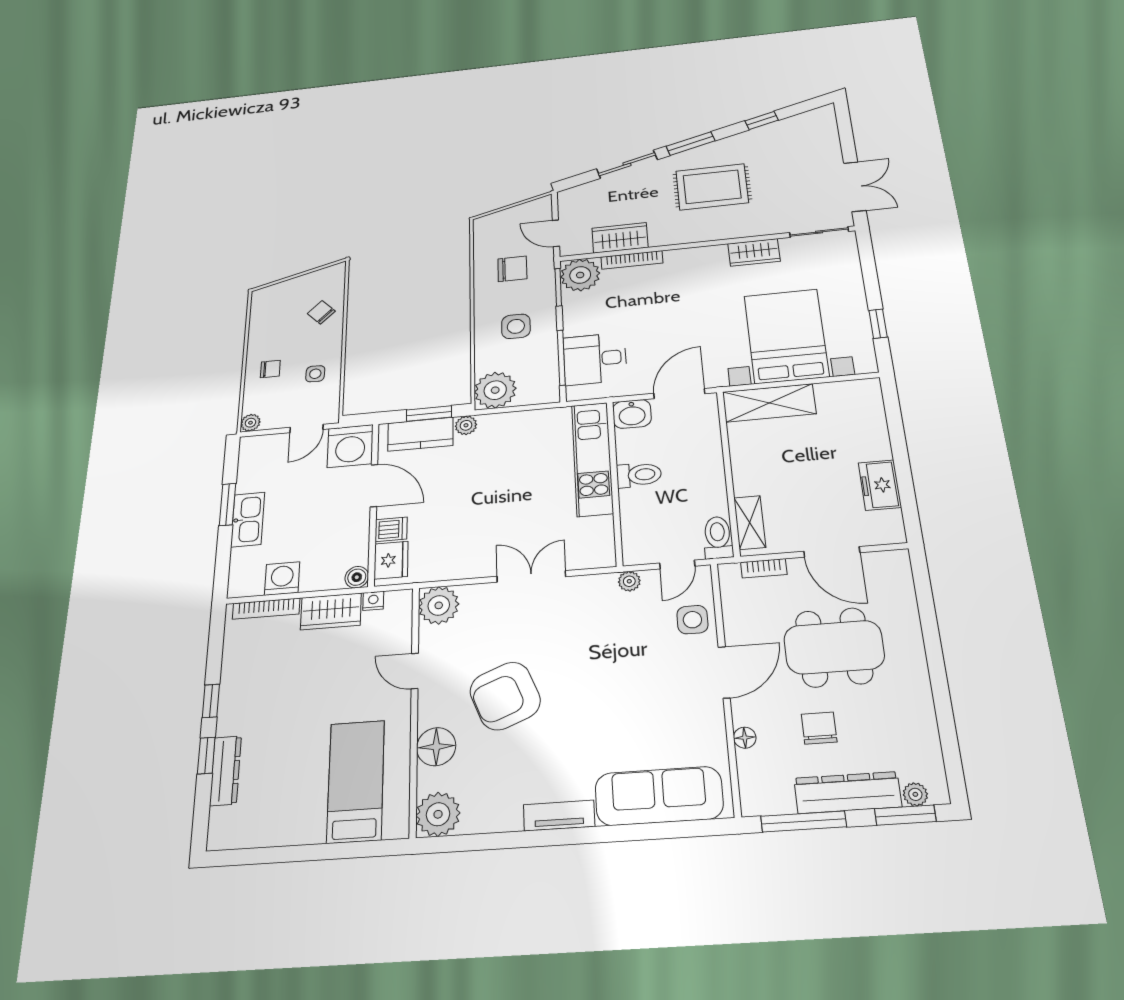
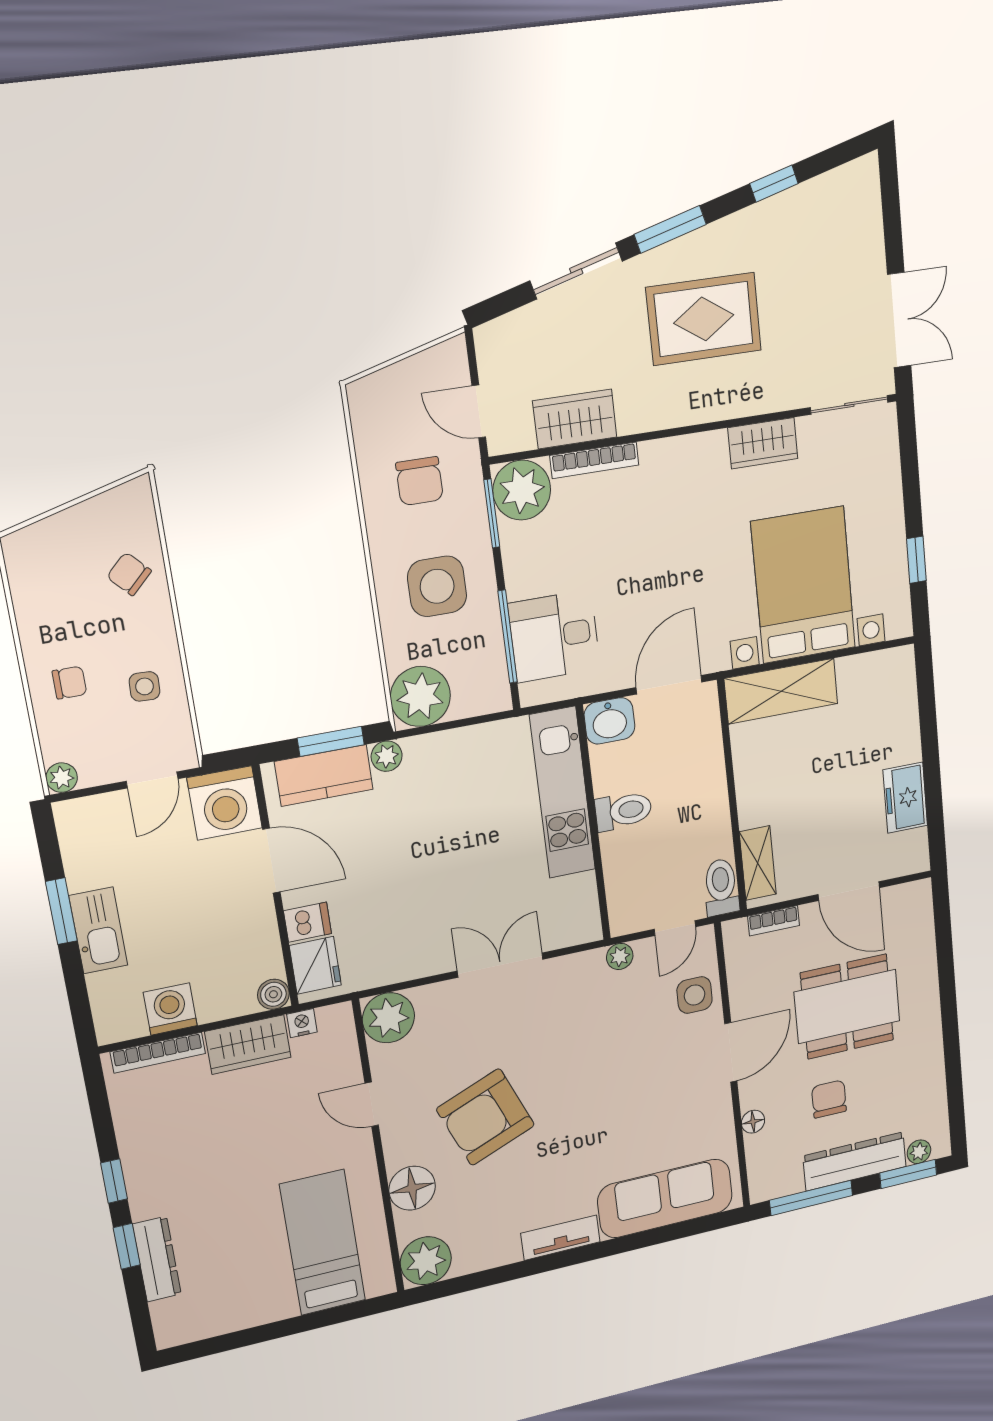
chair: (512, 269) -> (420, 481), turned 90
side table: (516, 326) -> (437, 586), width x1.37, depth x1.37

